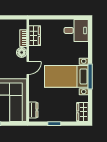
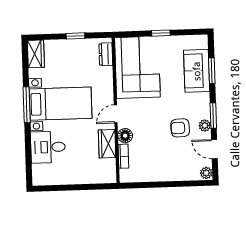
desk: (76, 30) -> (48, 147), moved
wardrobe: (35, 36) -> (107, 144), moved

